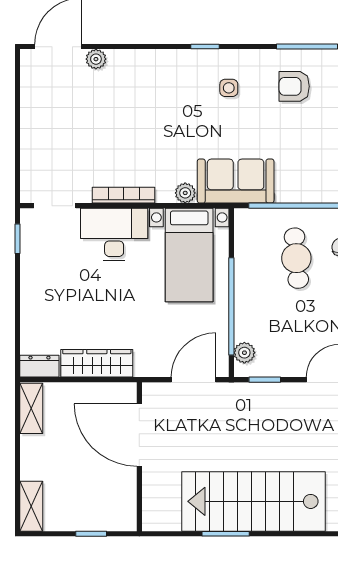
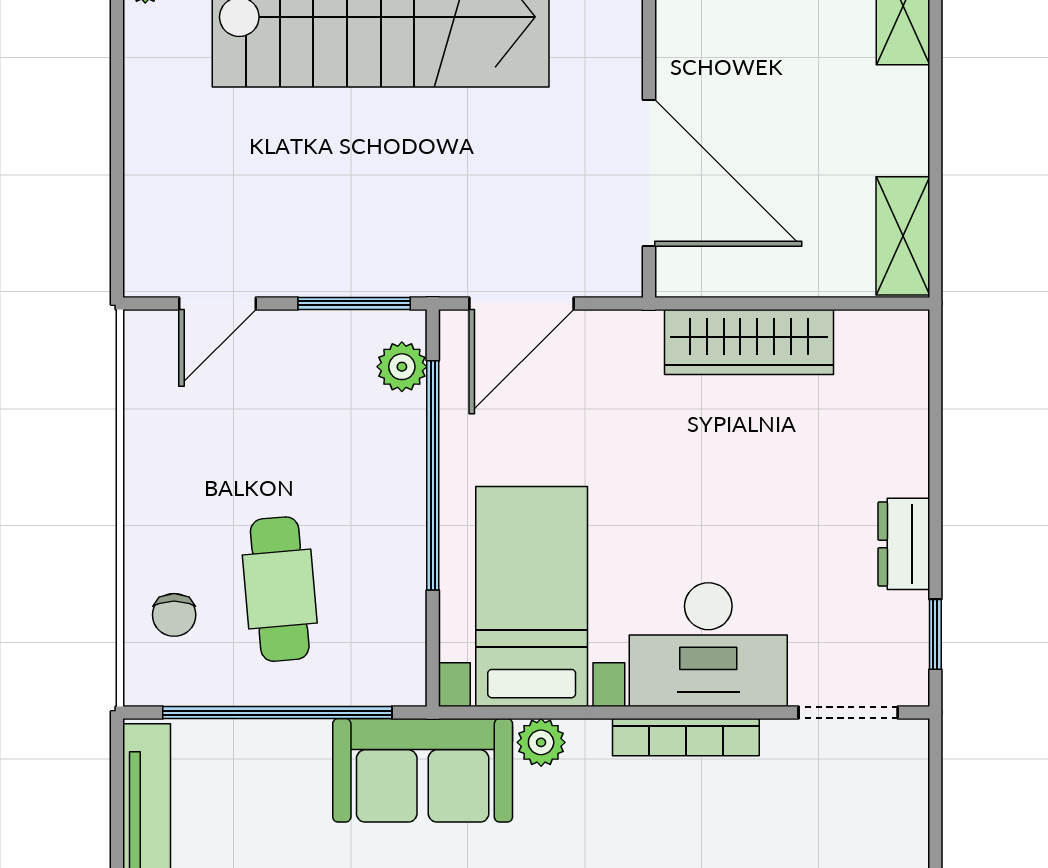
dresser: (39, 366) -> (904, 544), moved, turned 90
window: (265, 380) -> (354, 303), width x1.50

